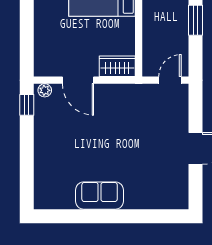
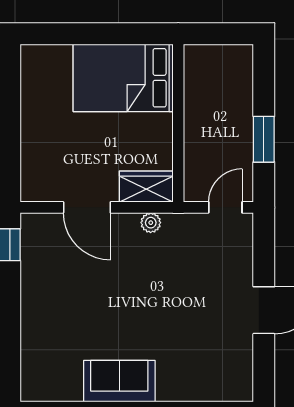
window: (196, 20) -> (264, 139), moved
plant: (45, 90) -> (151, 223), moved

